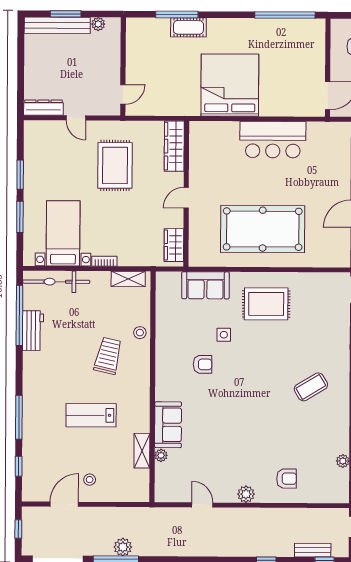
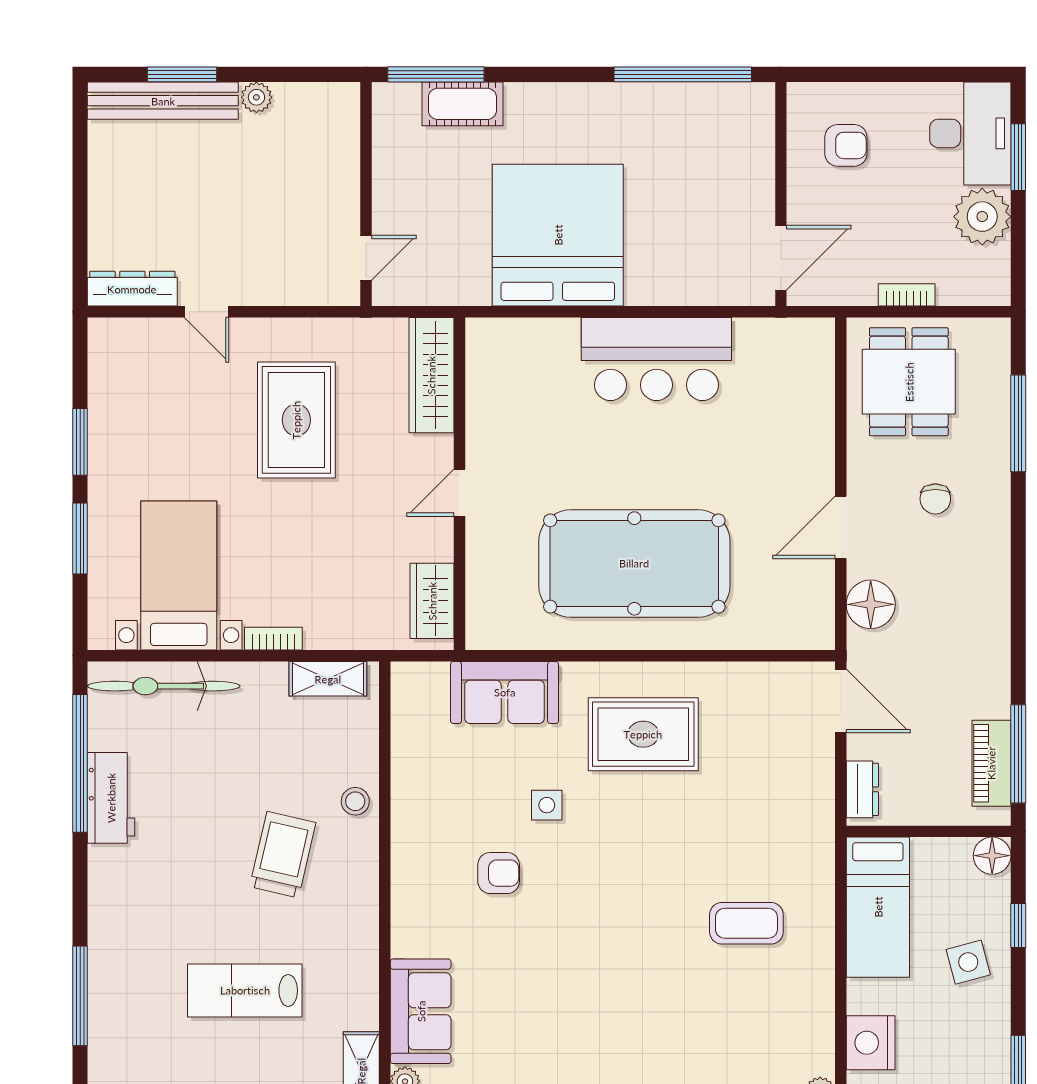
wall: (123, 67) -> (366, 194), moved
door: (123, 94) -> (366, 258), moved
coffee table: (311, 387) -> (746, 923), turned 31

